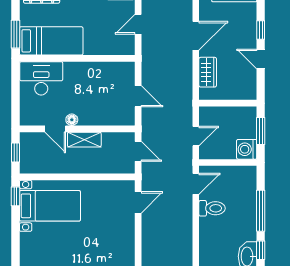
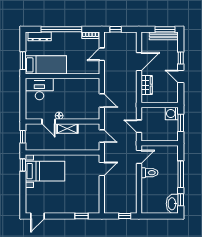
door: (196, 136) -> (139, 126), swing flipped
washing machine: (247, 149) -> (172, 114), moved

